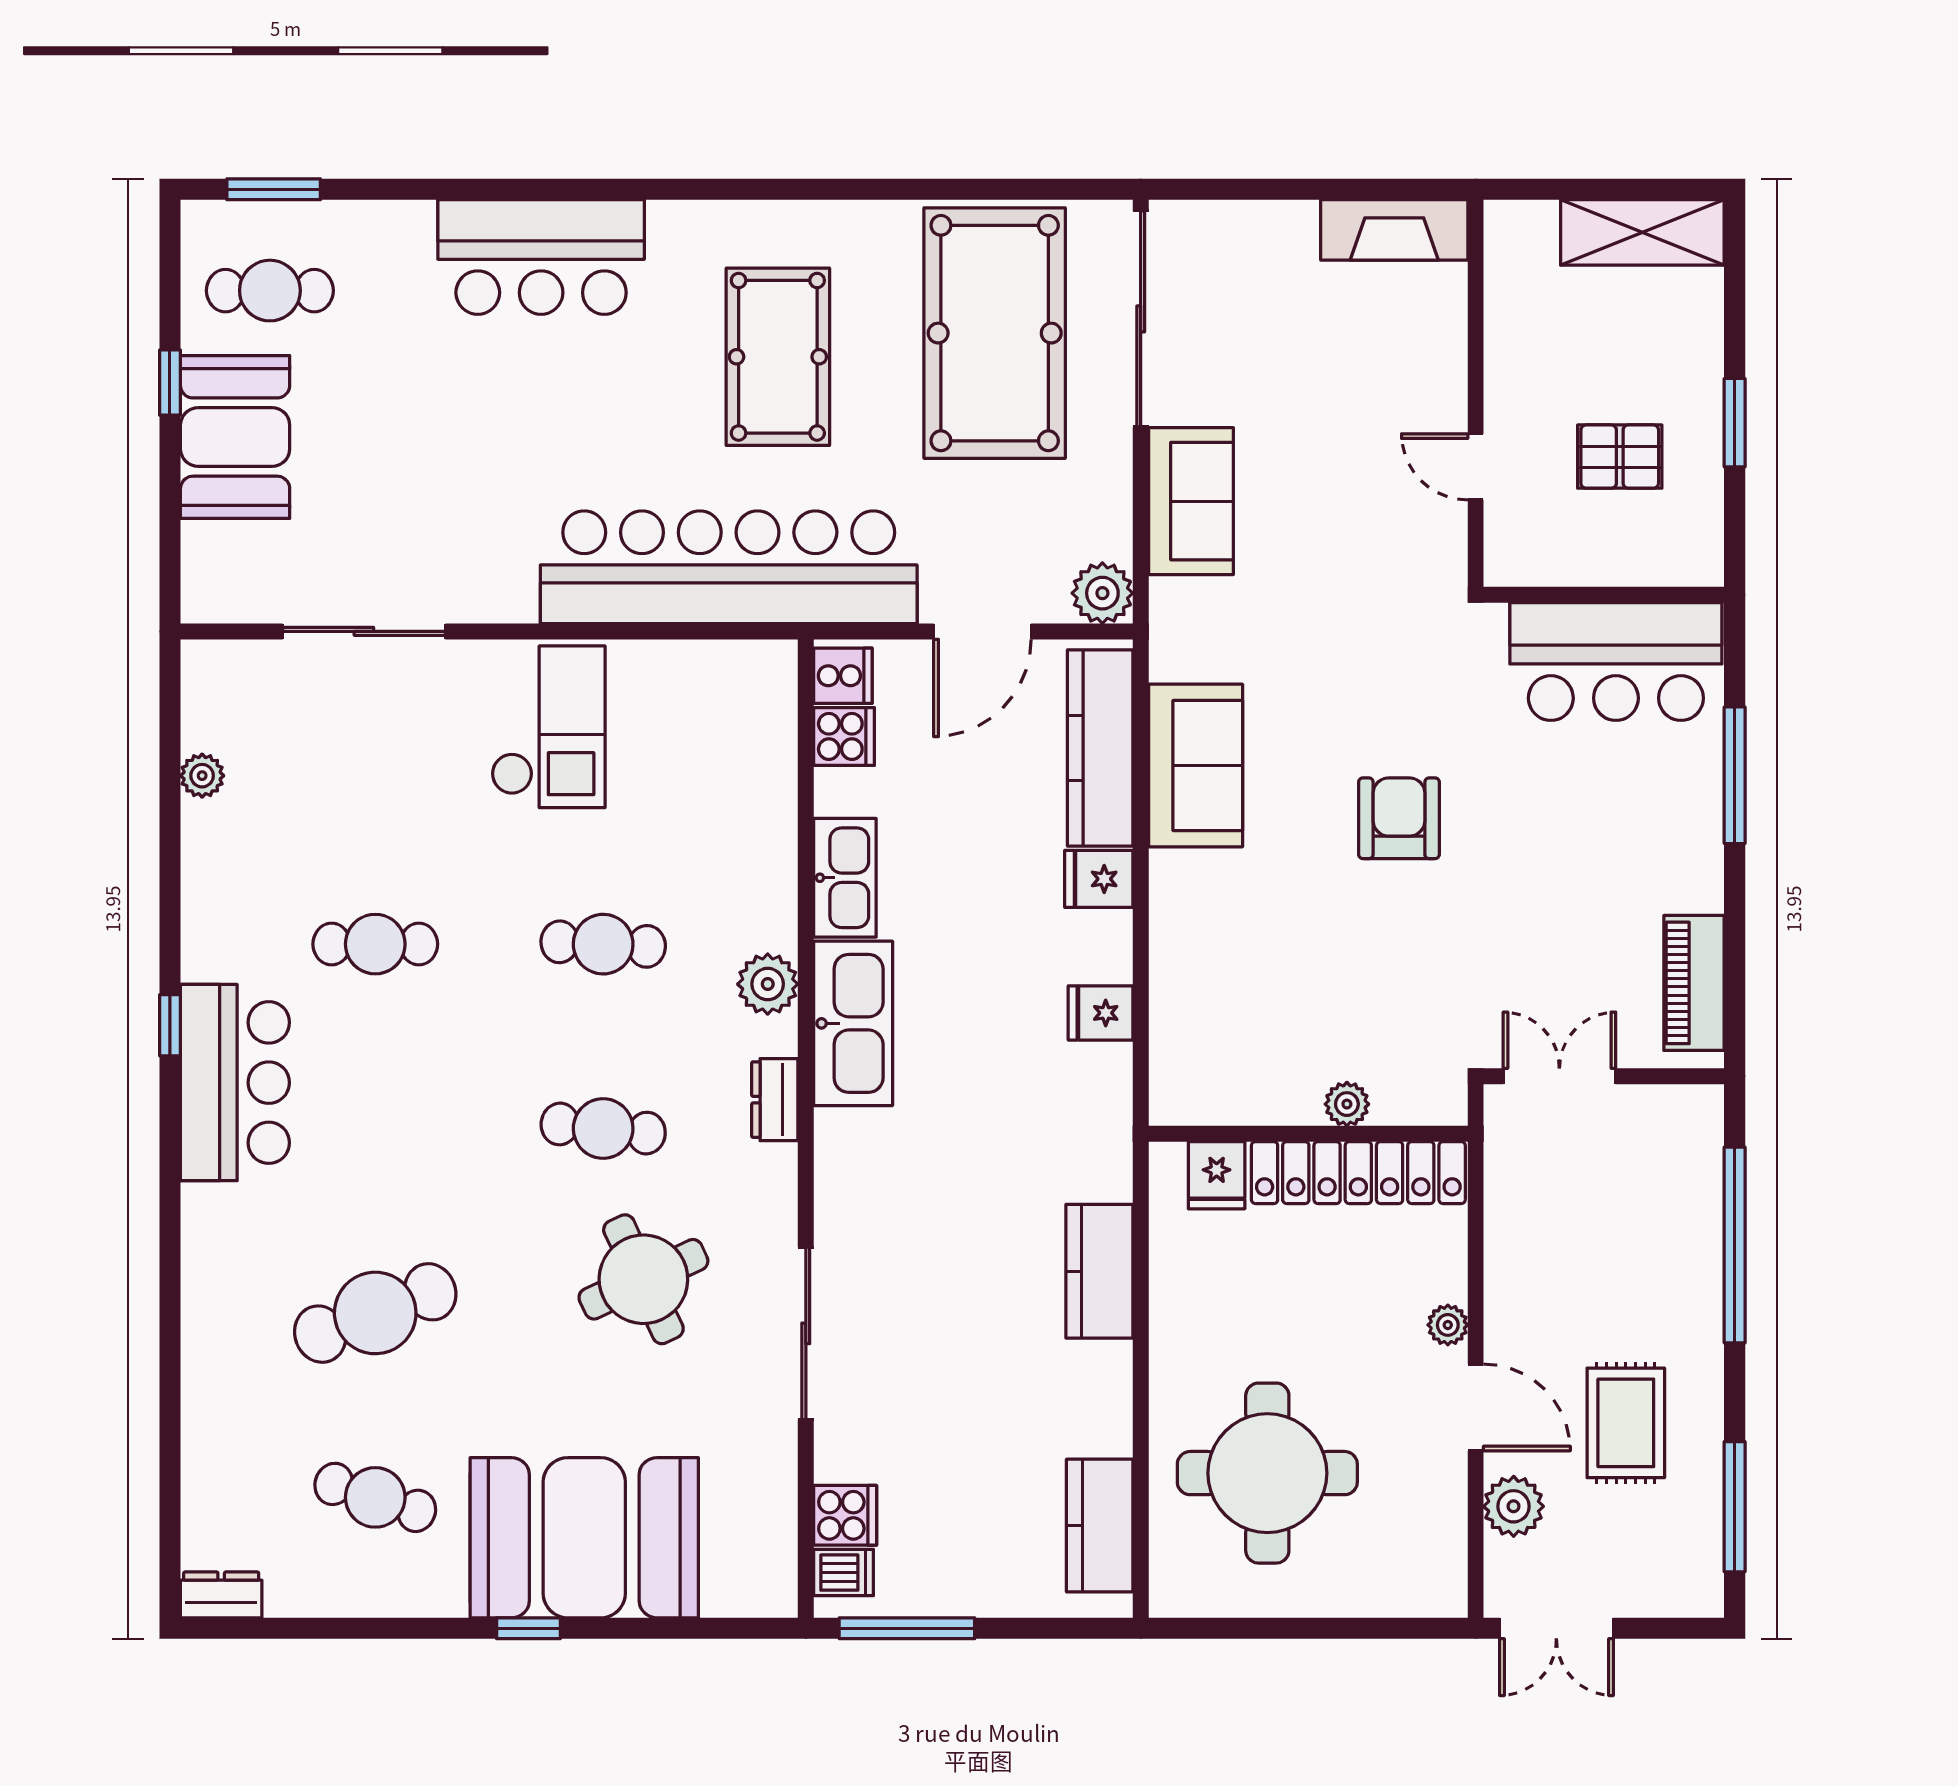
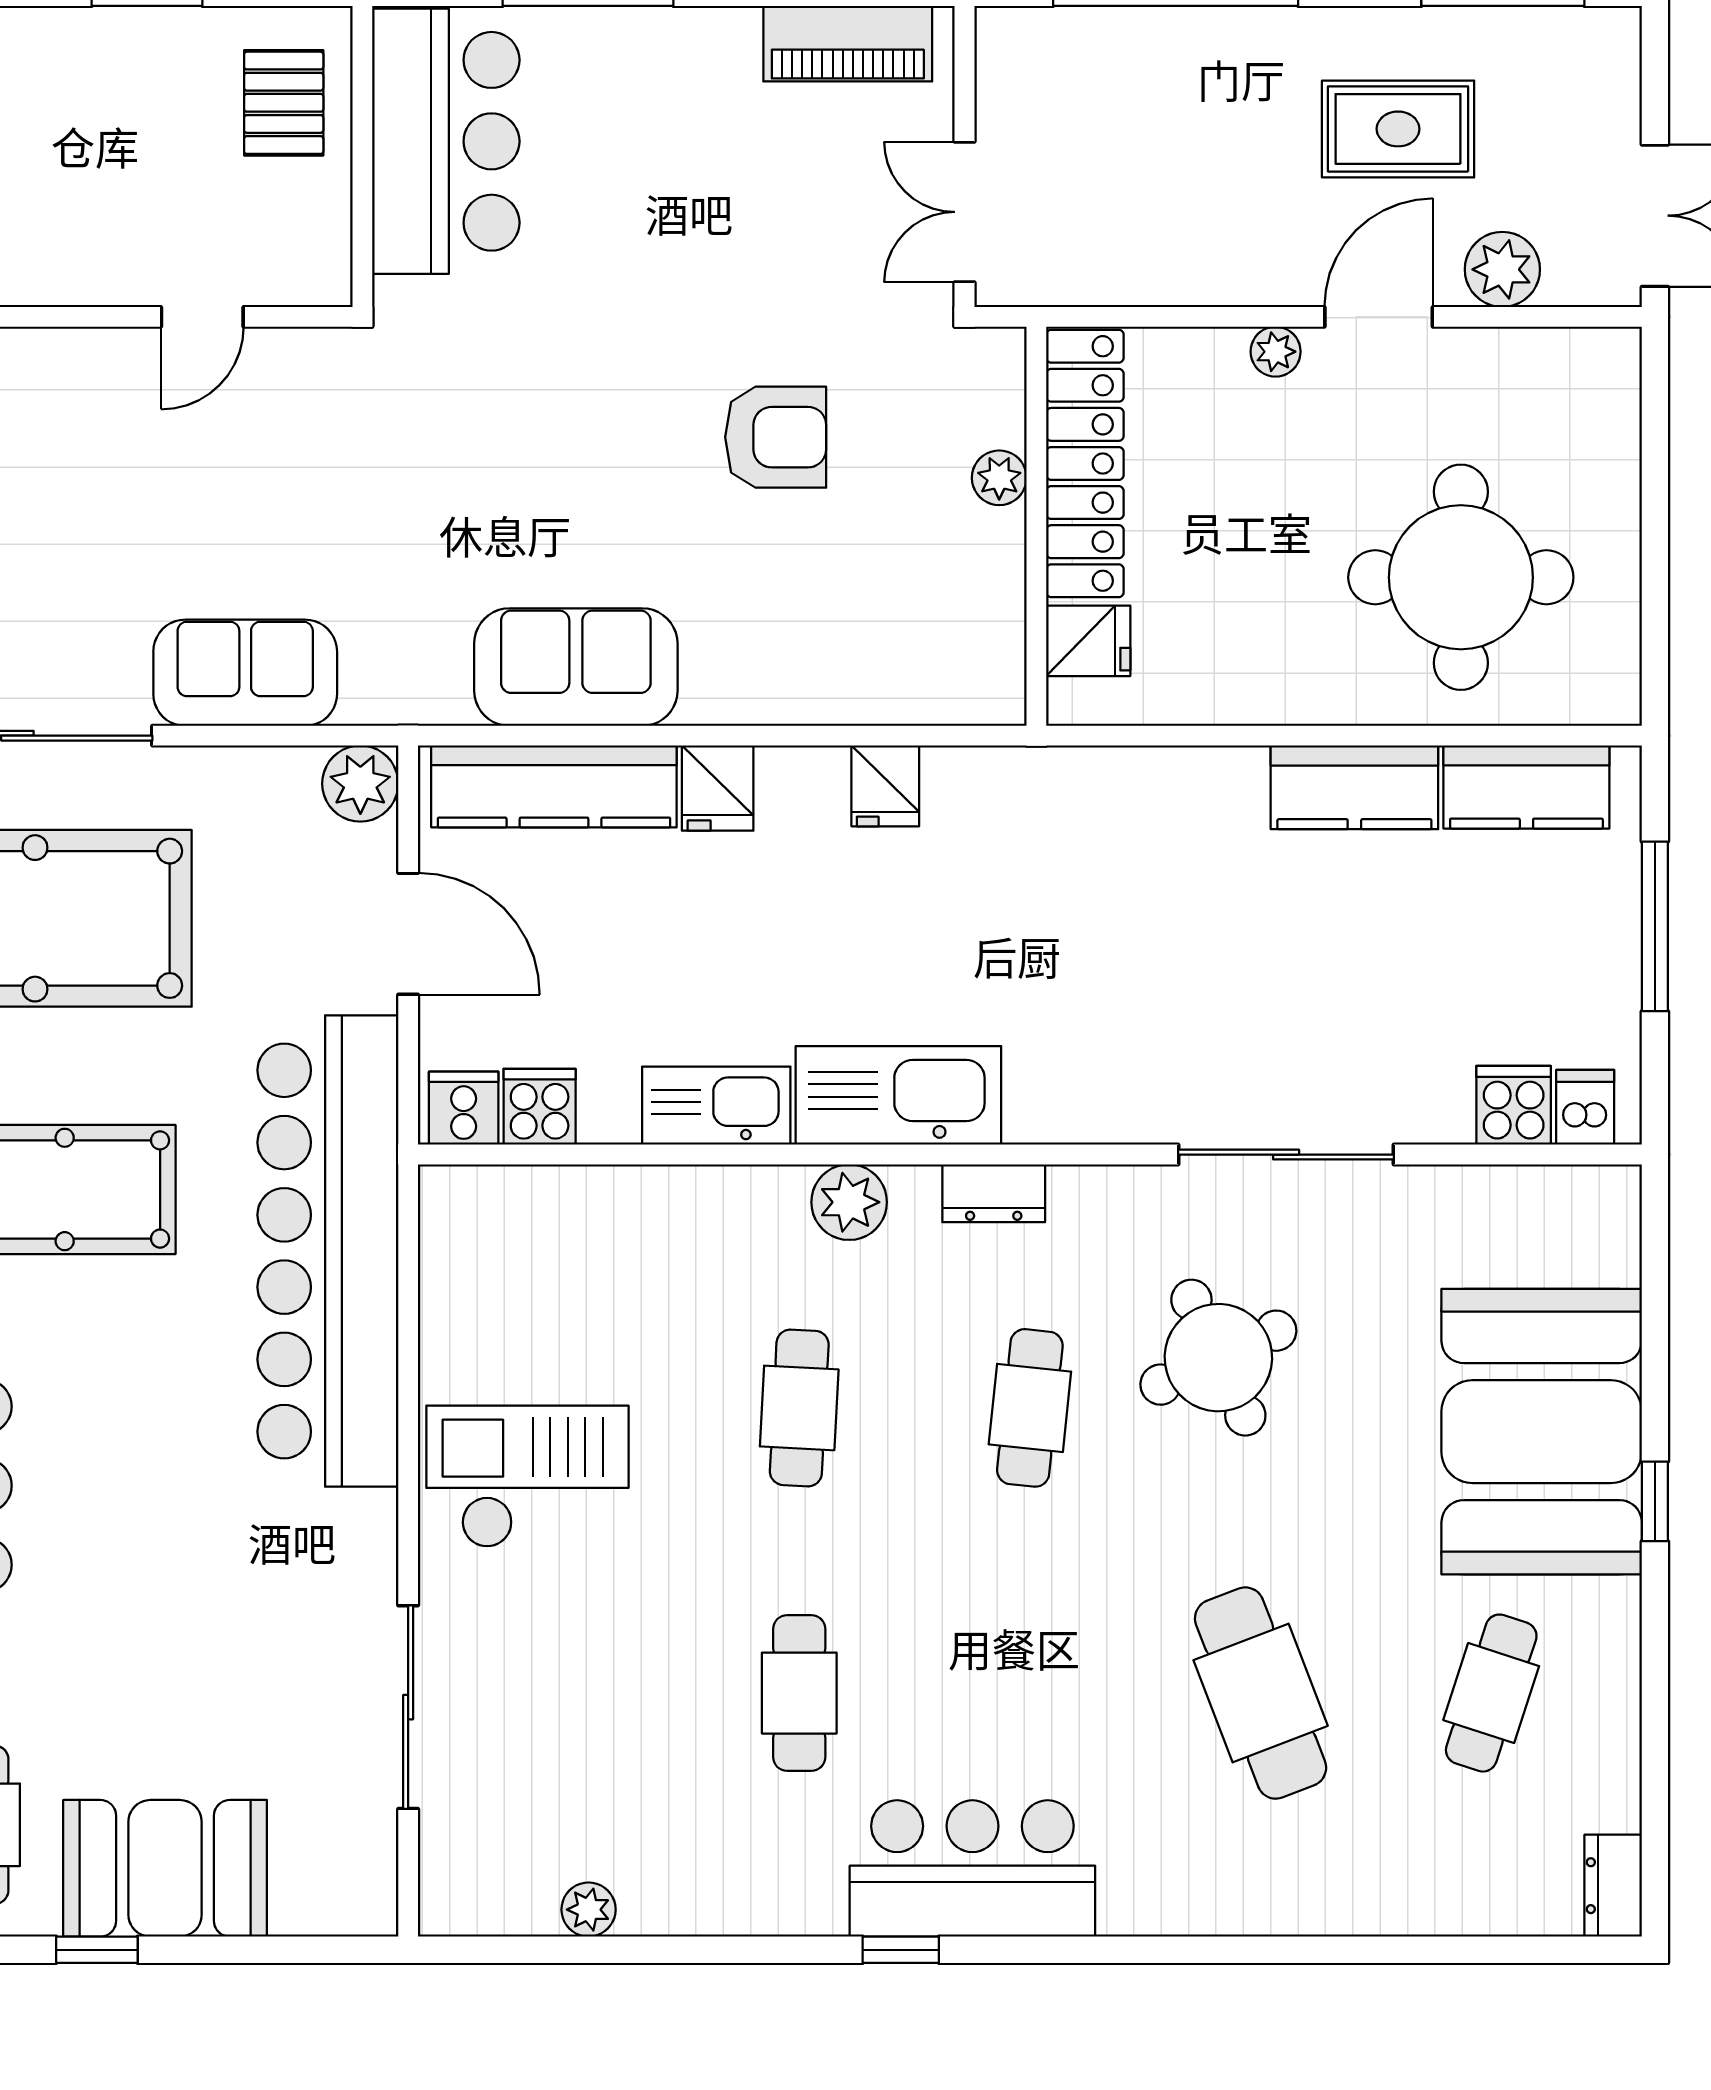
pallet: (1620, 457) -> (284, 103), moved
armchair: (1399, 818) -> (776, 437), moved, turned 180
kitchen counter: (1099, 1271) -> (1354, 787), moved
window: (907, 1628) -> (1655, 926), moved

